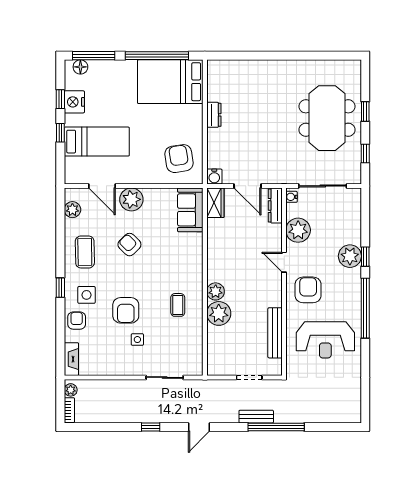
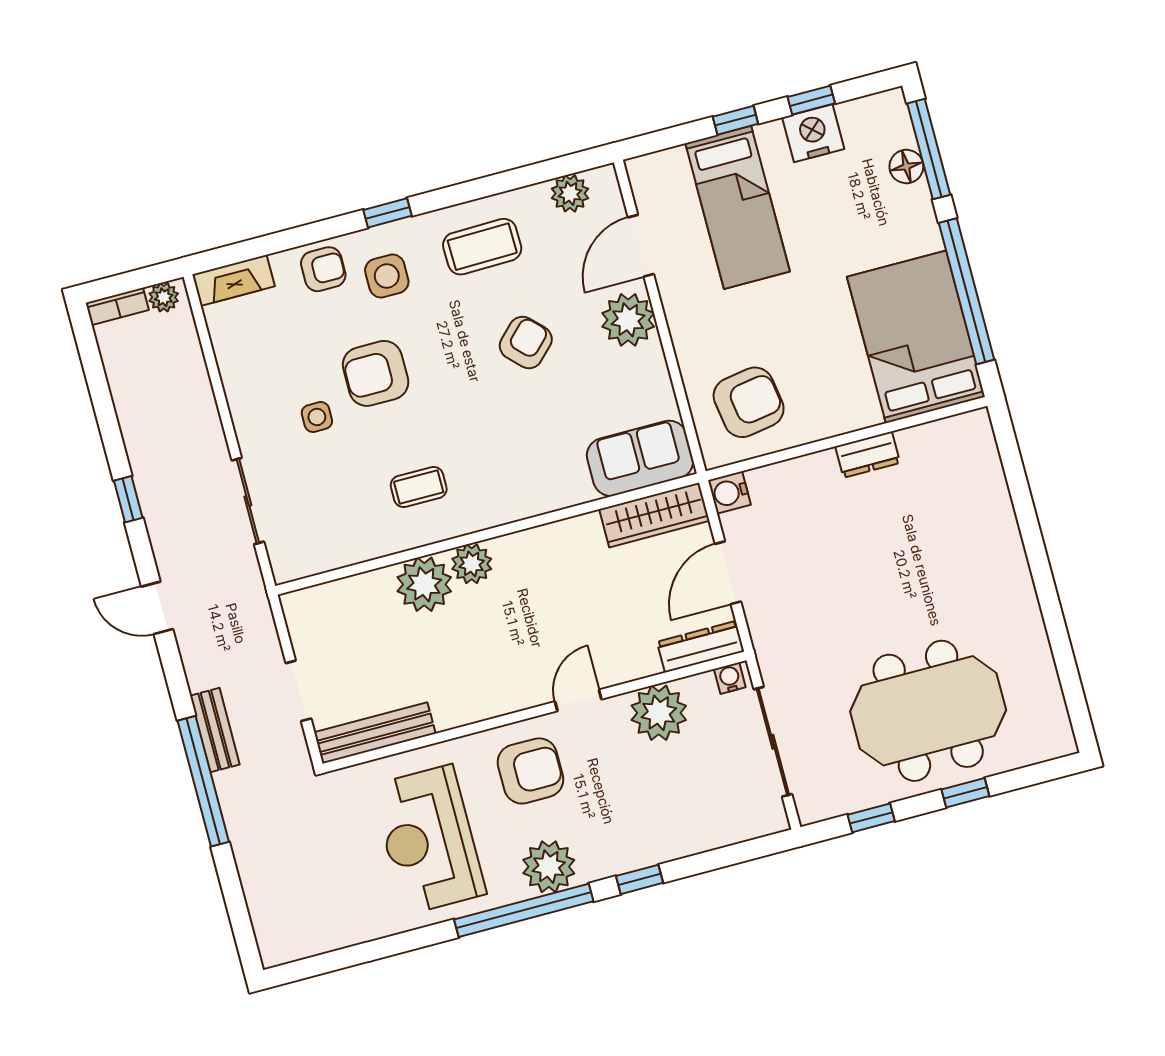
floor lamp: (80, 67) -> (906, 167), moved
wardrobe: (215, 203) -> (654, 515), width x1.50
plant: (350, 256) -> (549, 867), moved
bench: (275, 333) -> (375, 733), moved

